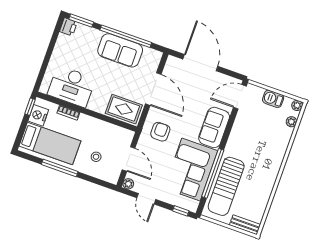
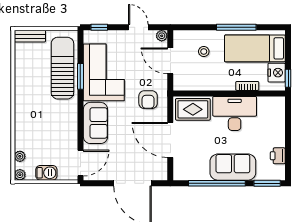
printer: (68, 27) -> (278, 156), moved
sofa: (120, 50) -> (233, 167), moved
desk: (71, 86) -> (235, 114), moved
window: (213, 173) -> (80, 76), width x0.47

